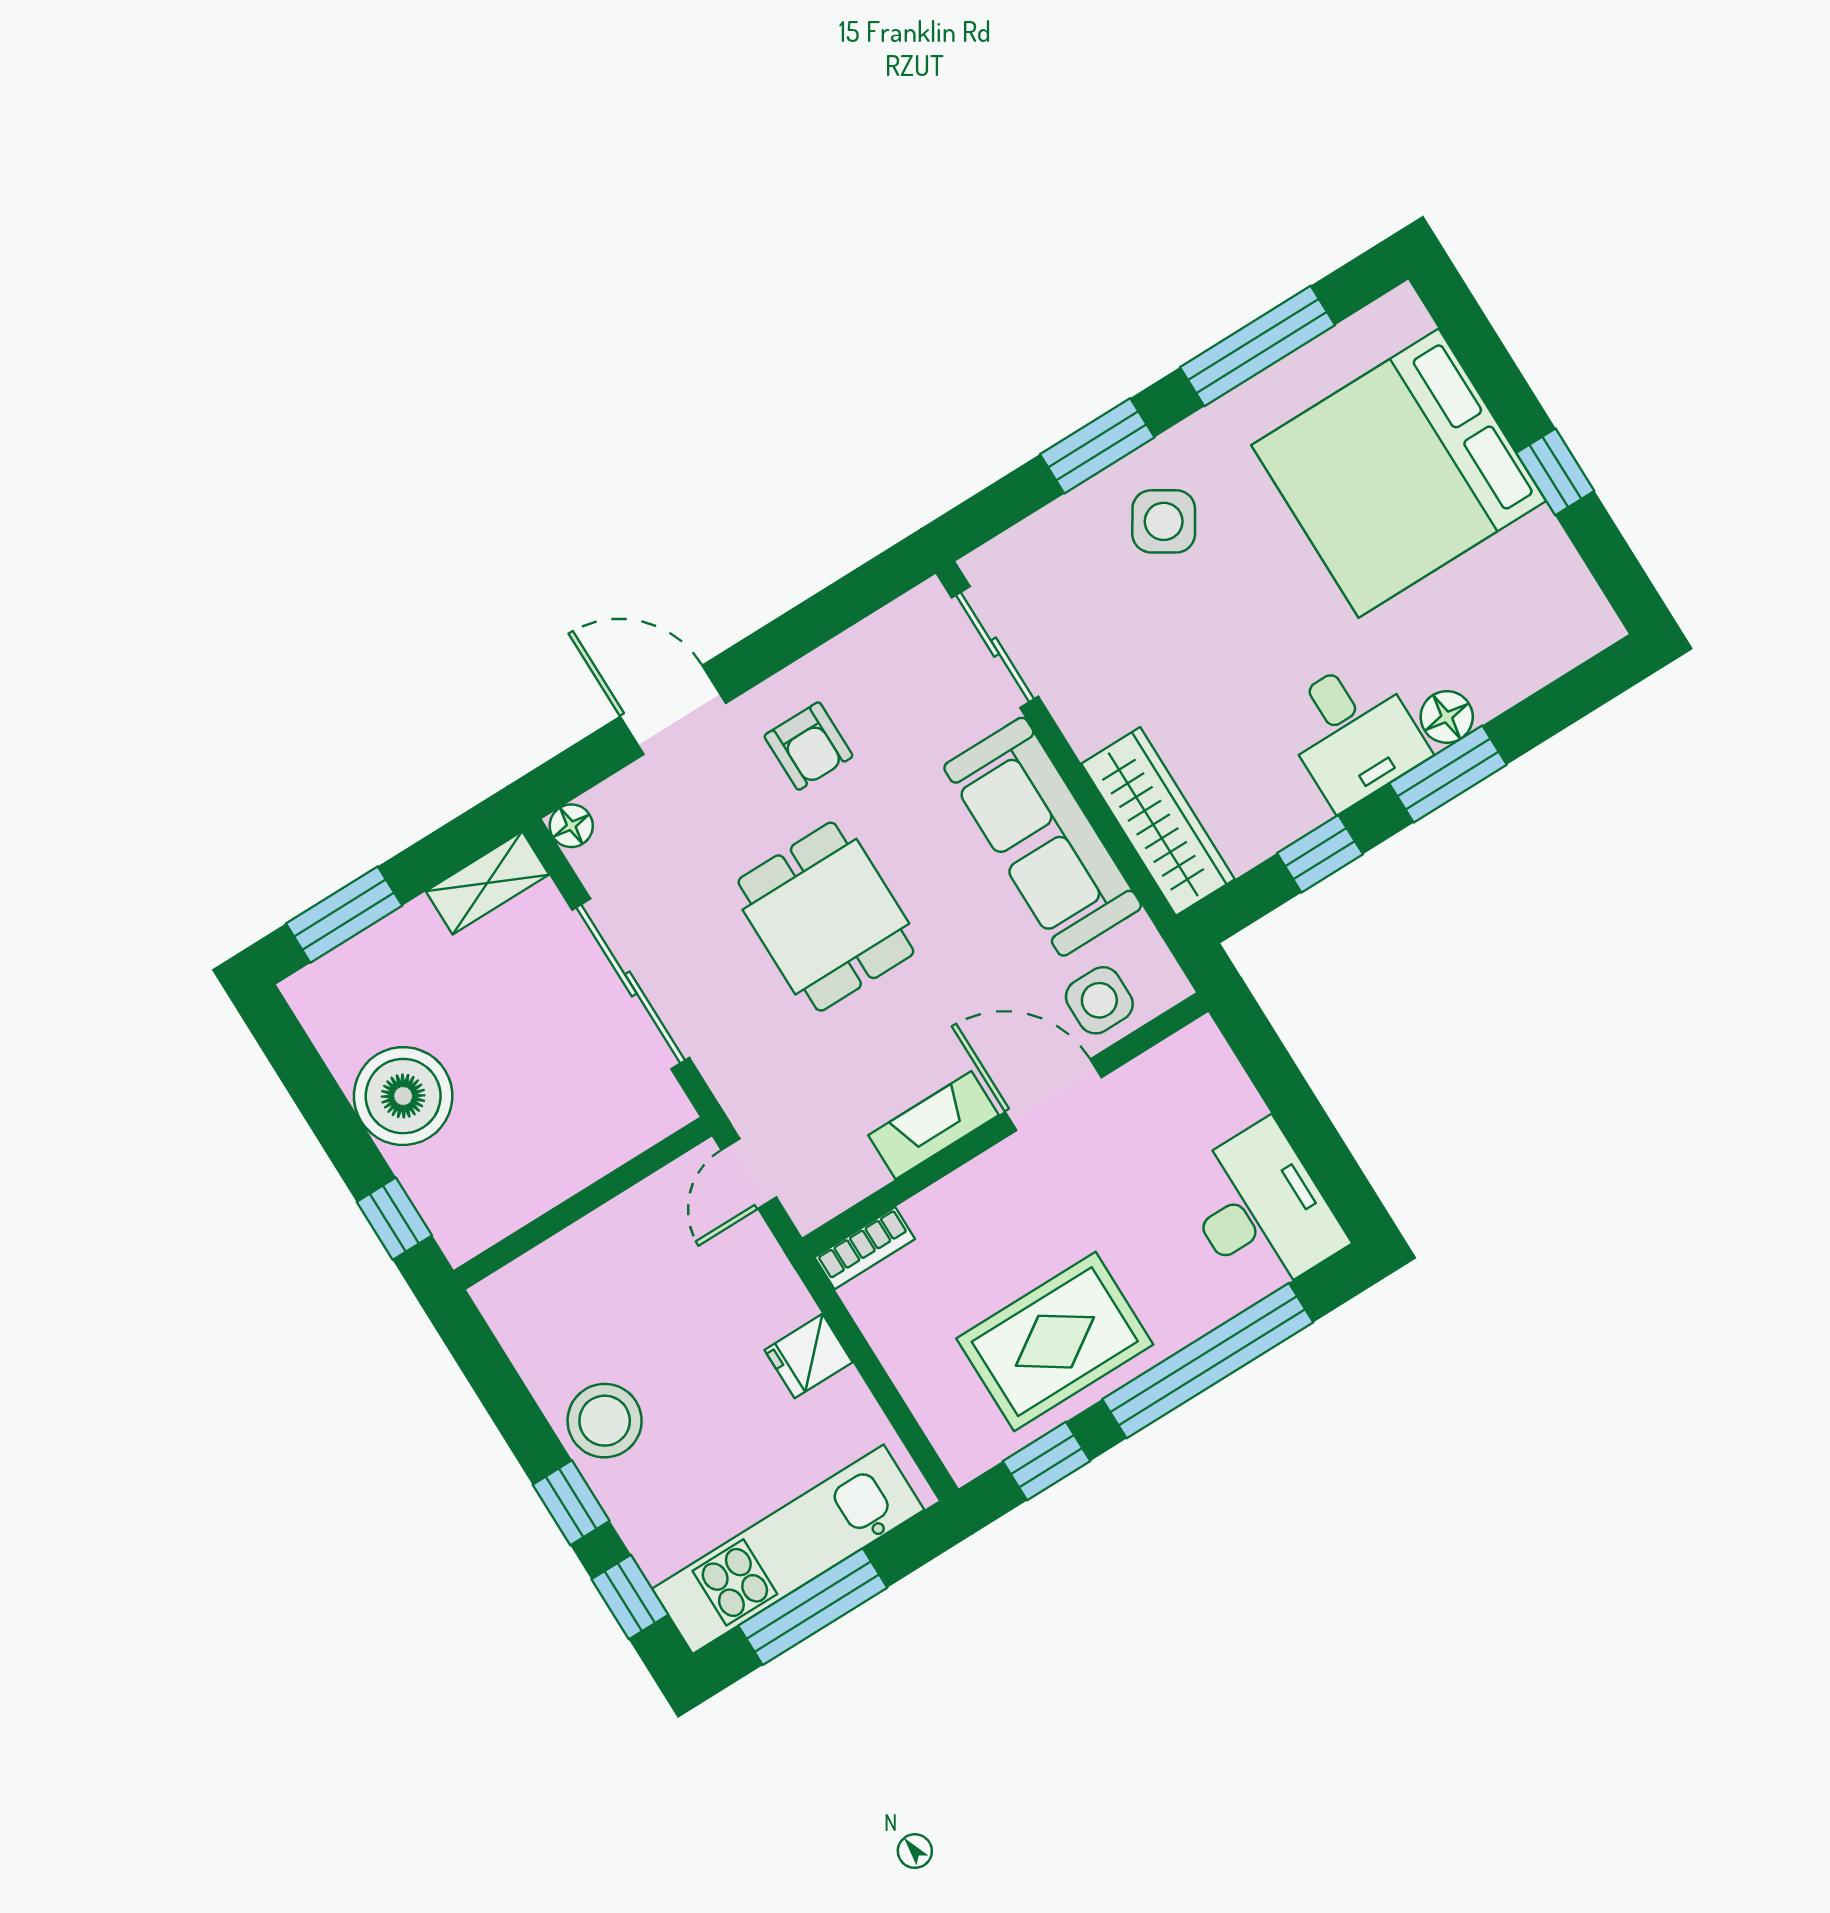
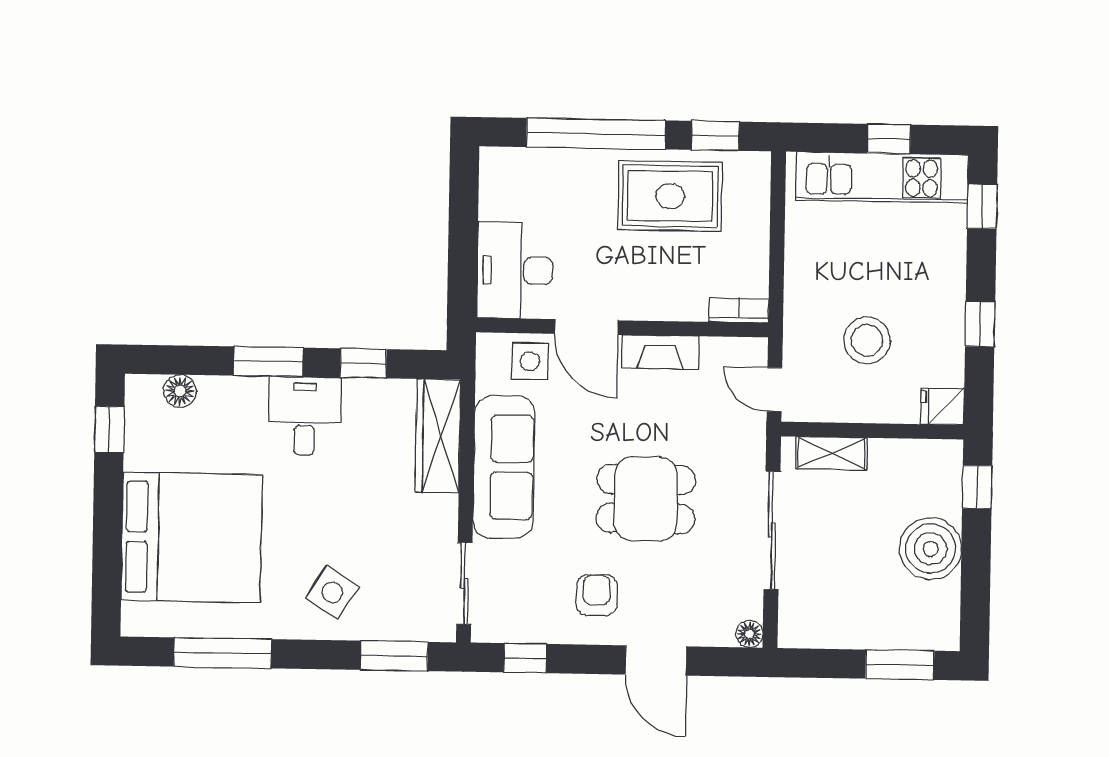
window: (1097, 446) -> (394, 656), moved
window: (1555, 472) -> (109, 429), moved
window: (849, 600) -> (525, 658), added
floor lamp: (1447, 717) -> (180, 391), moved
shelving: (487, 883) -> (831, 453), moved
dining table: (826, 917) -> (646, 499), turned 90
door: (749, 1174) -> (774, 389), swing flipped
desk: (1261, 1210) -> (515, 270), moved
fridge: (808, 1356) -> (942, 406), moved, turned 180
stool: (605, 1421) -> (867, 340), moved
window: (571, 1503) -> (980, 324), moved
window: (813, 1607) -> (889, 139), width x0.46

